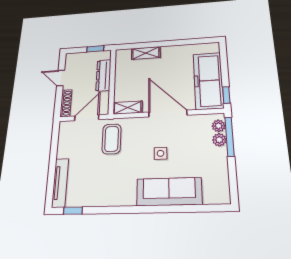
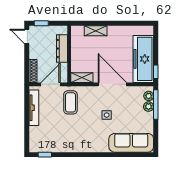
window: (95, 49) -> (41, 23), moved
door: (61, 78) -> (27, 36), moved
tv unit: (60, 183) -> (34, 108), moved
sofa: (169, 192) -> (131, 143), moved

